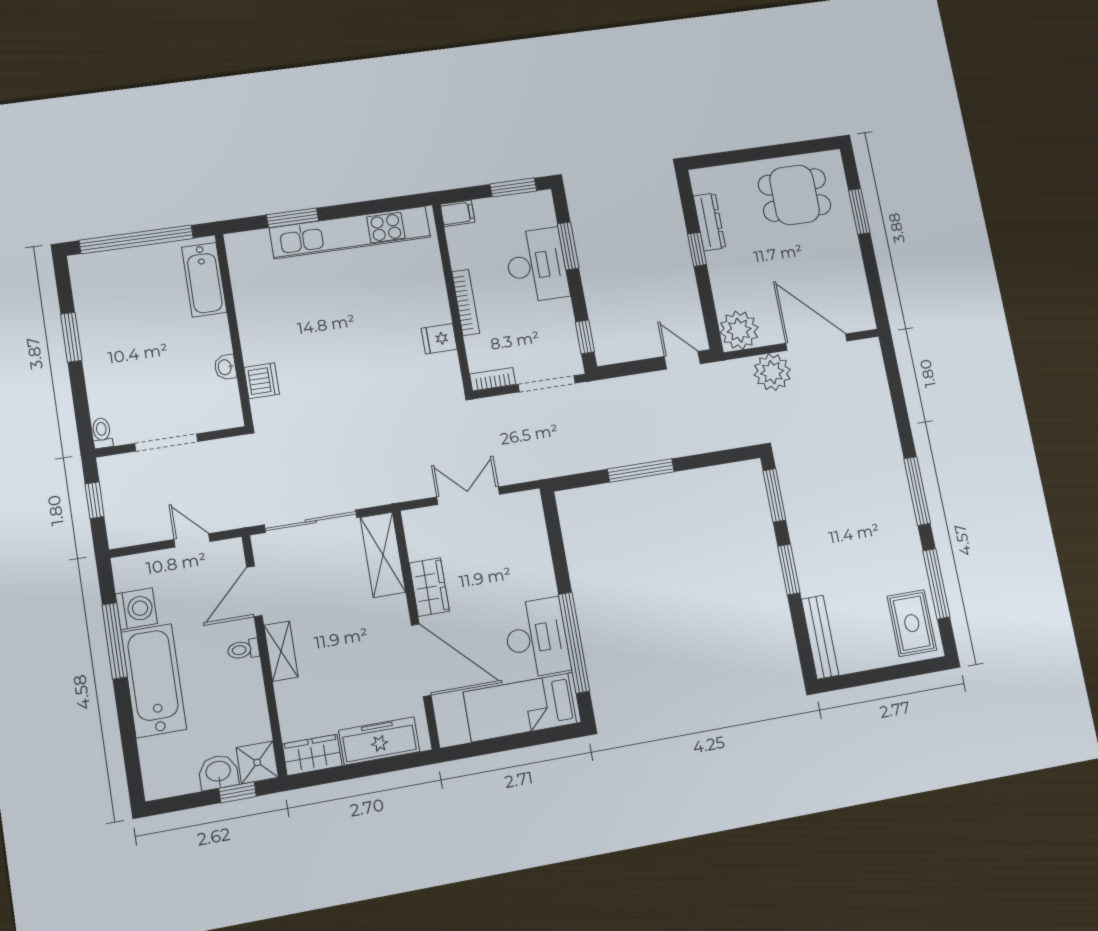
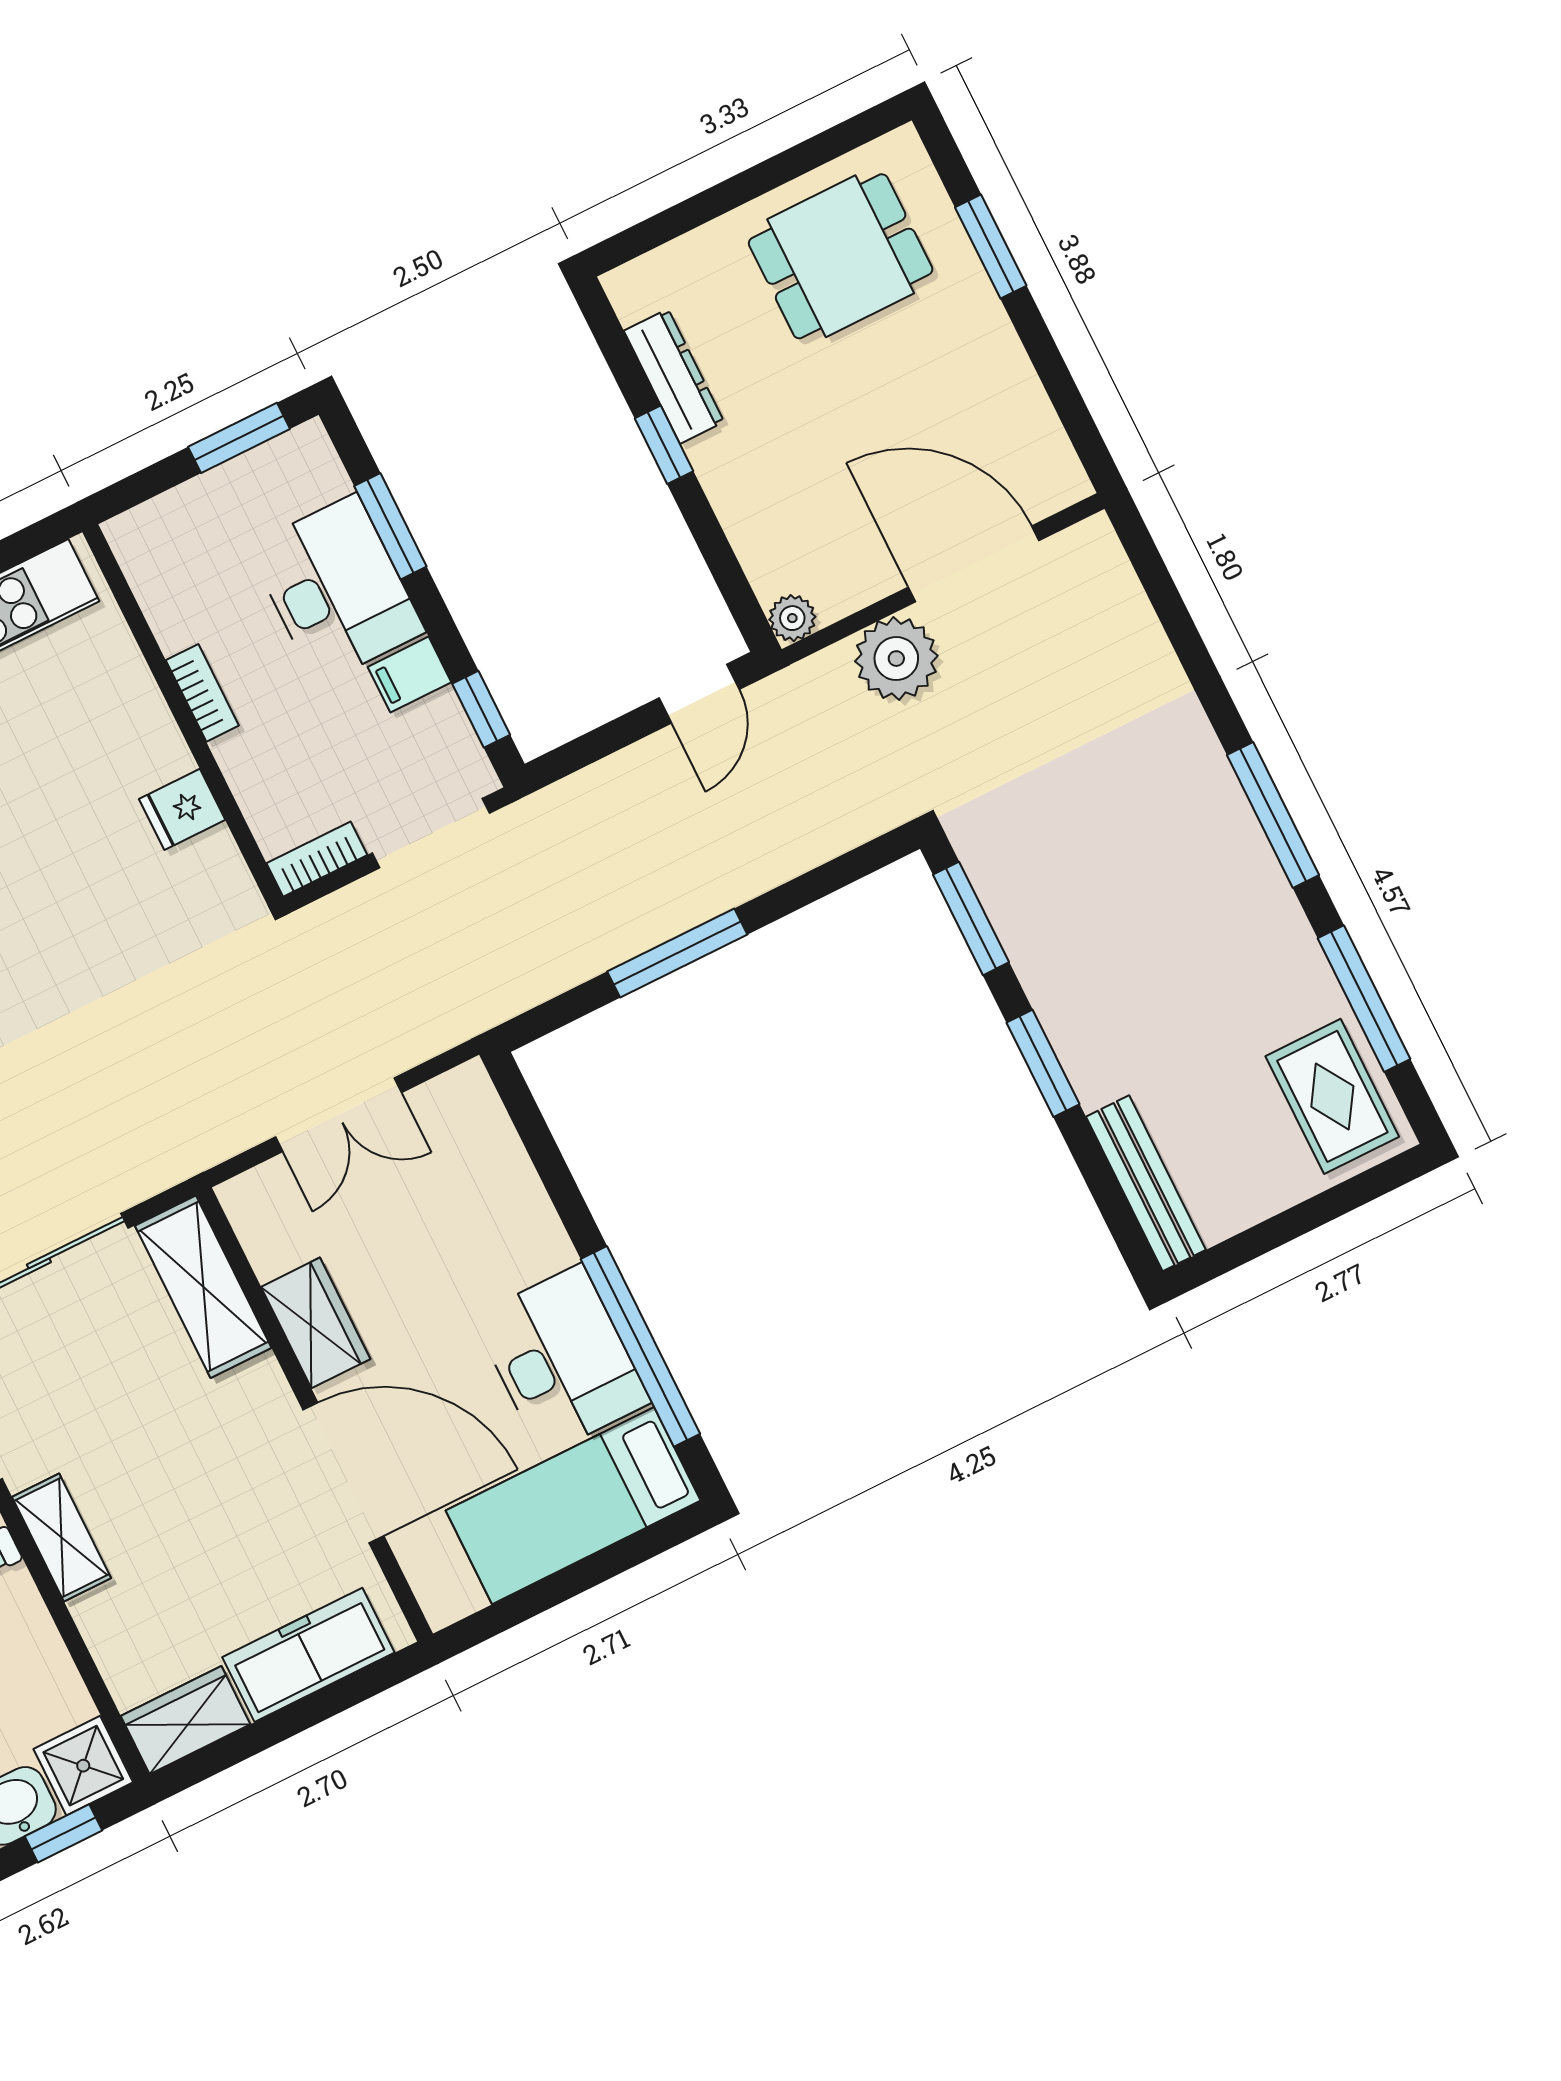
filing cabinet: (458, 213) -> (410, 675), moved, turned 180
bookcase: (466, 302) -> (202, 693), width x0.64
plant: (739, 330) -> (792, 618), width x0.53, depth x0.53
door: (682, 360) -> (699, 694), swing flipped
double door: (468, 496) -> (338, 1115), swing flipped

